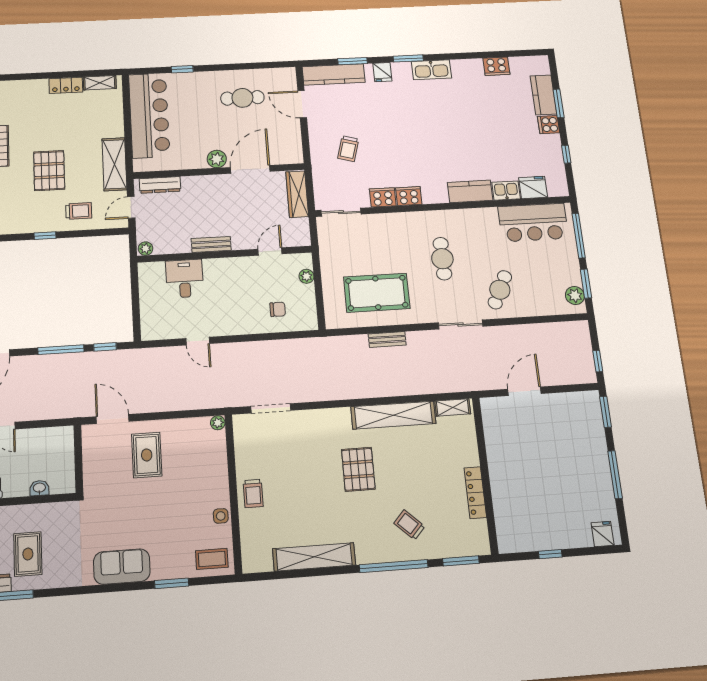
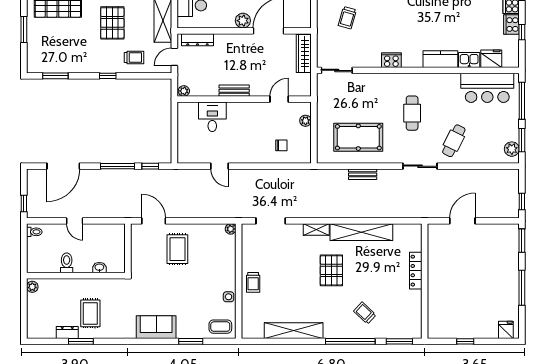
cooker: (383, 197) -> (511, 25), moved, turned -90
shelving: (453, 407) -> (316, 229), moved
locker: (475, 493) -> (416, 271), moved

